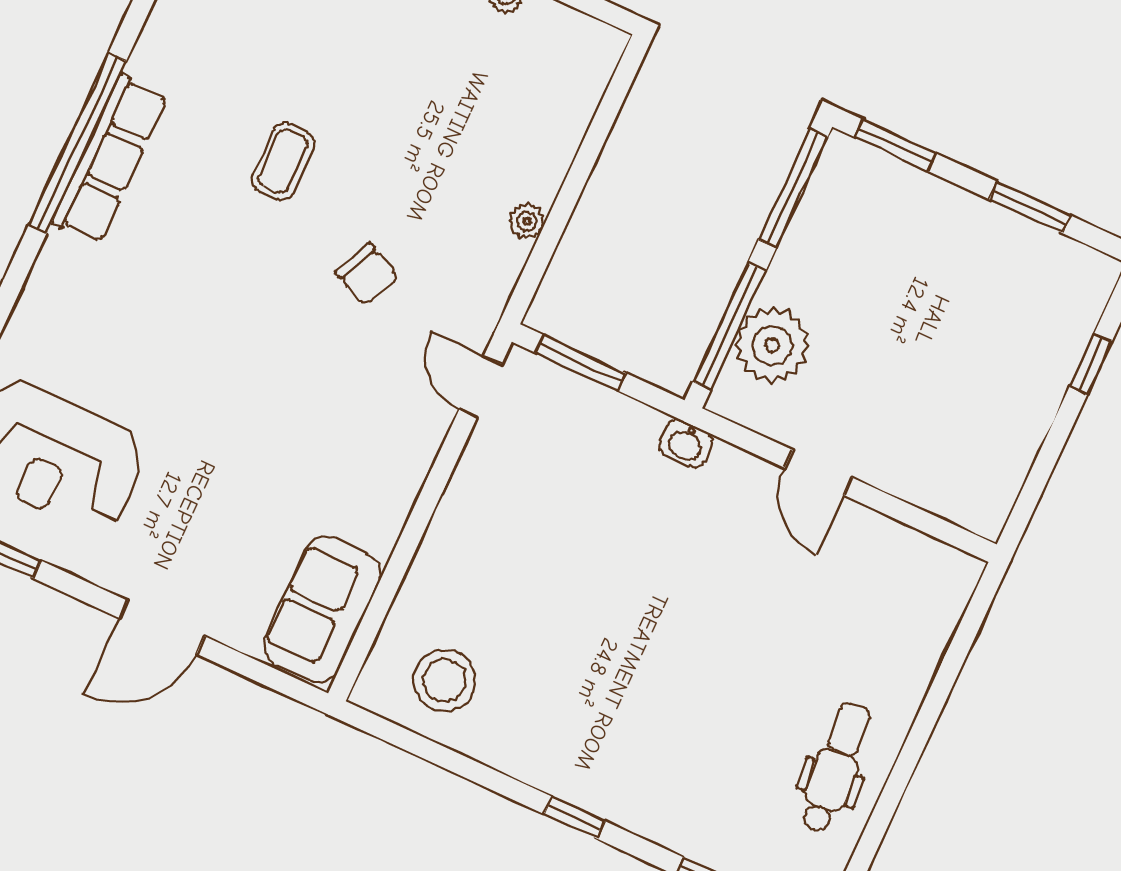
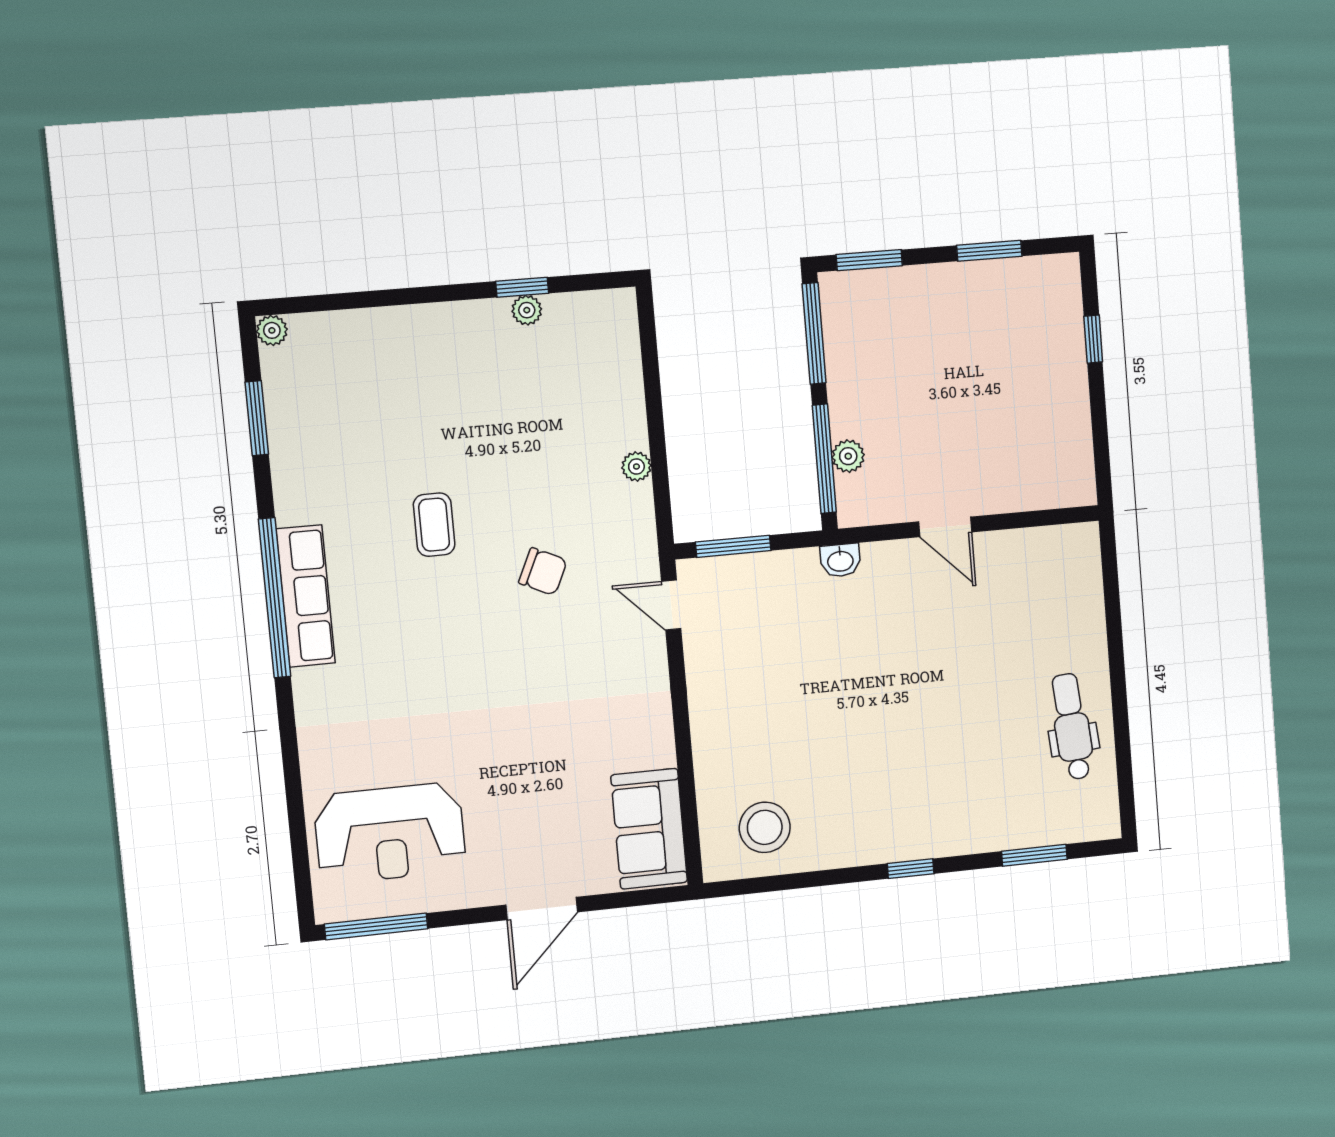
plant: (772, 345) -> (848, 456), width x0.53, depth x0.53

